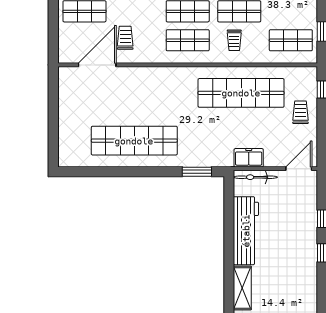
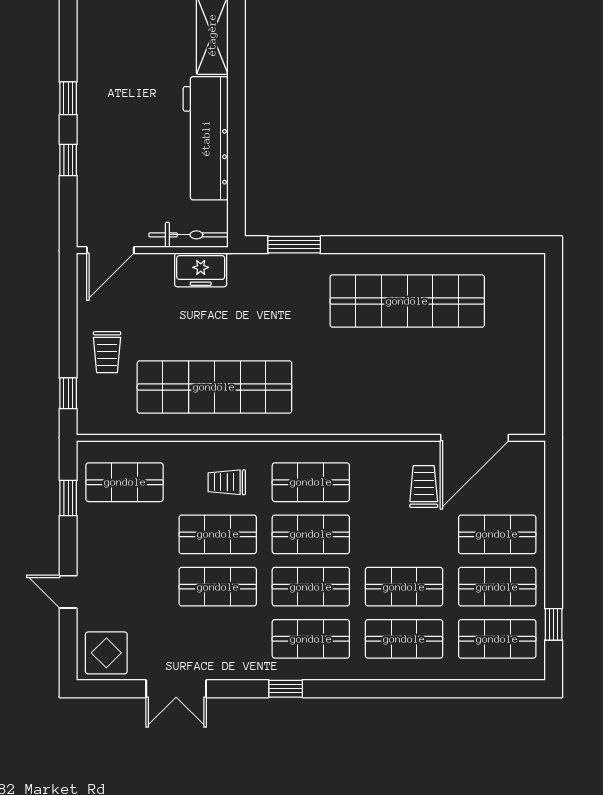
trolley: (125, 38) -> (424, 487), turned 180
trolley: (234, 40) -> (227, 482), turned -90

